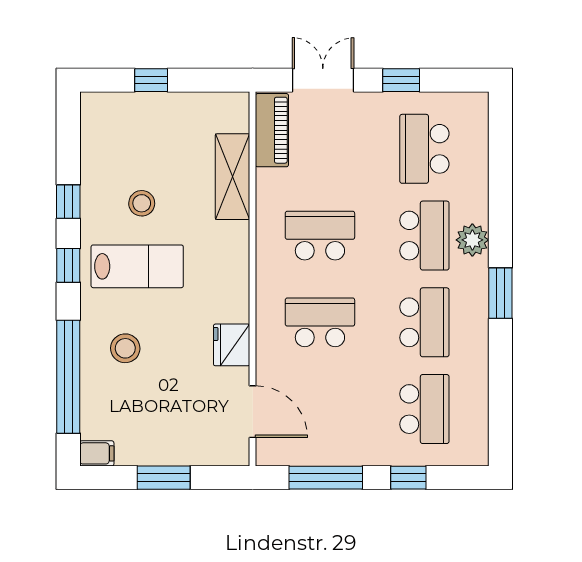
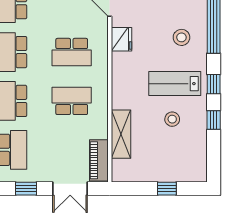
school desk: (320, 236) -> (72, 101), turned 180

